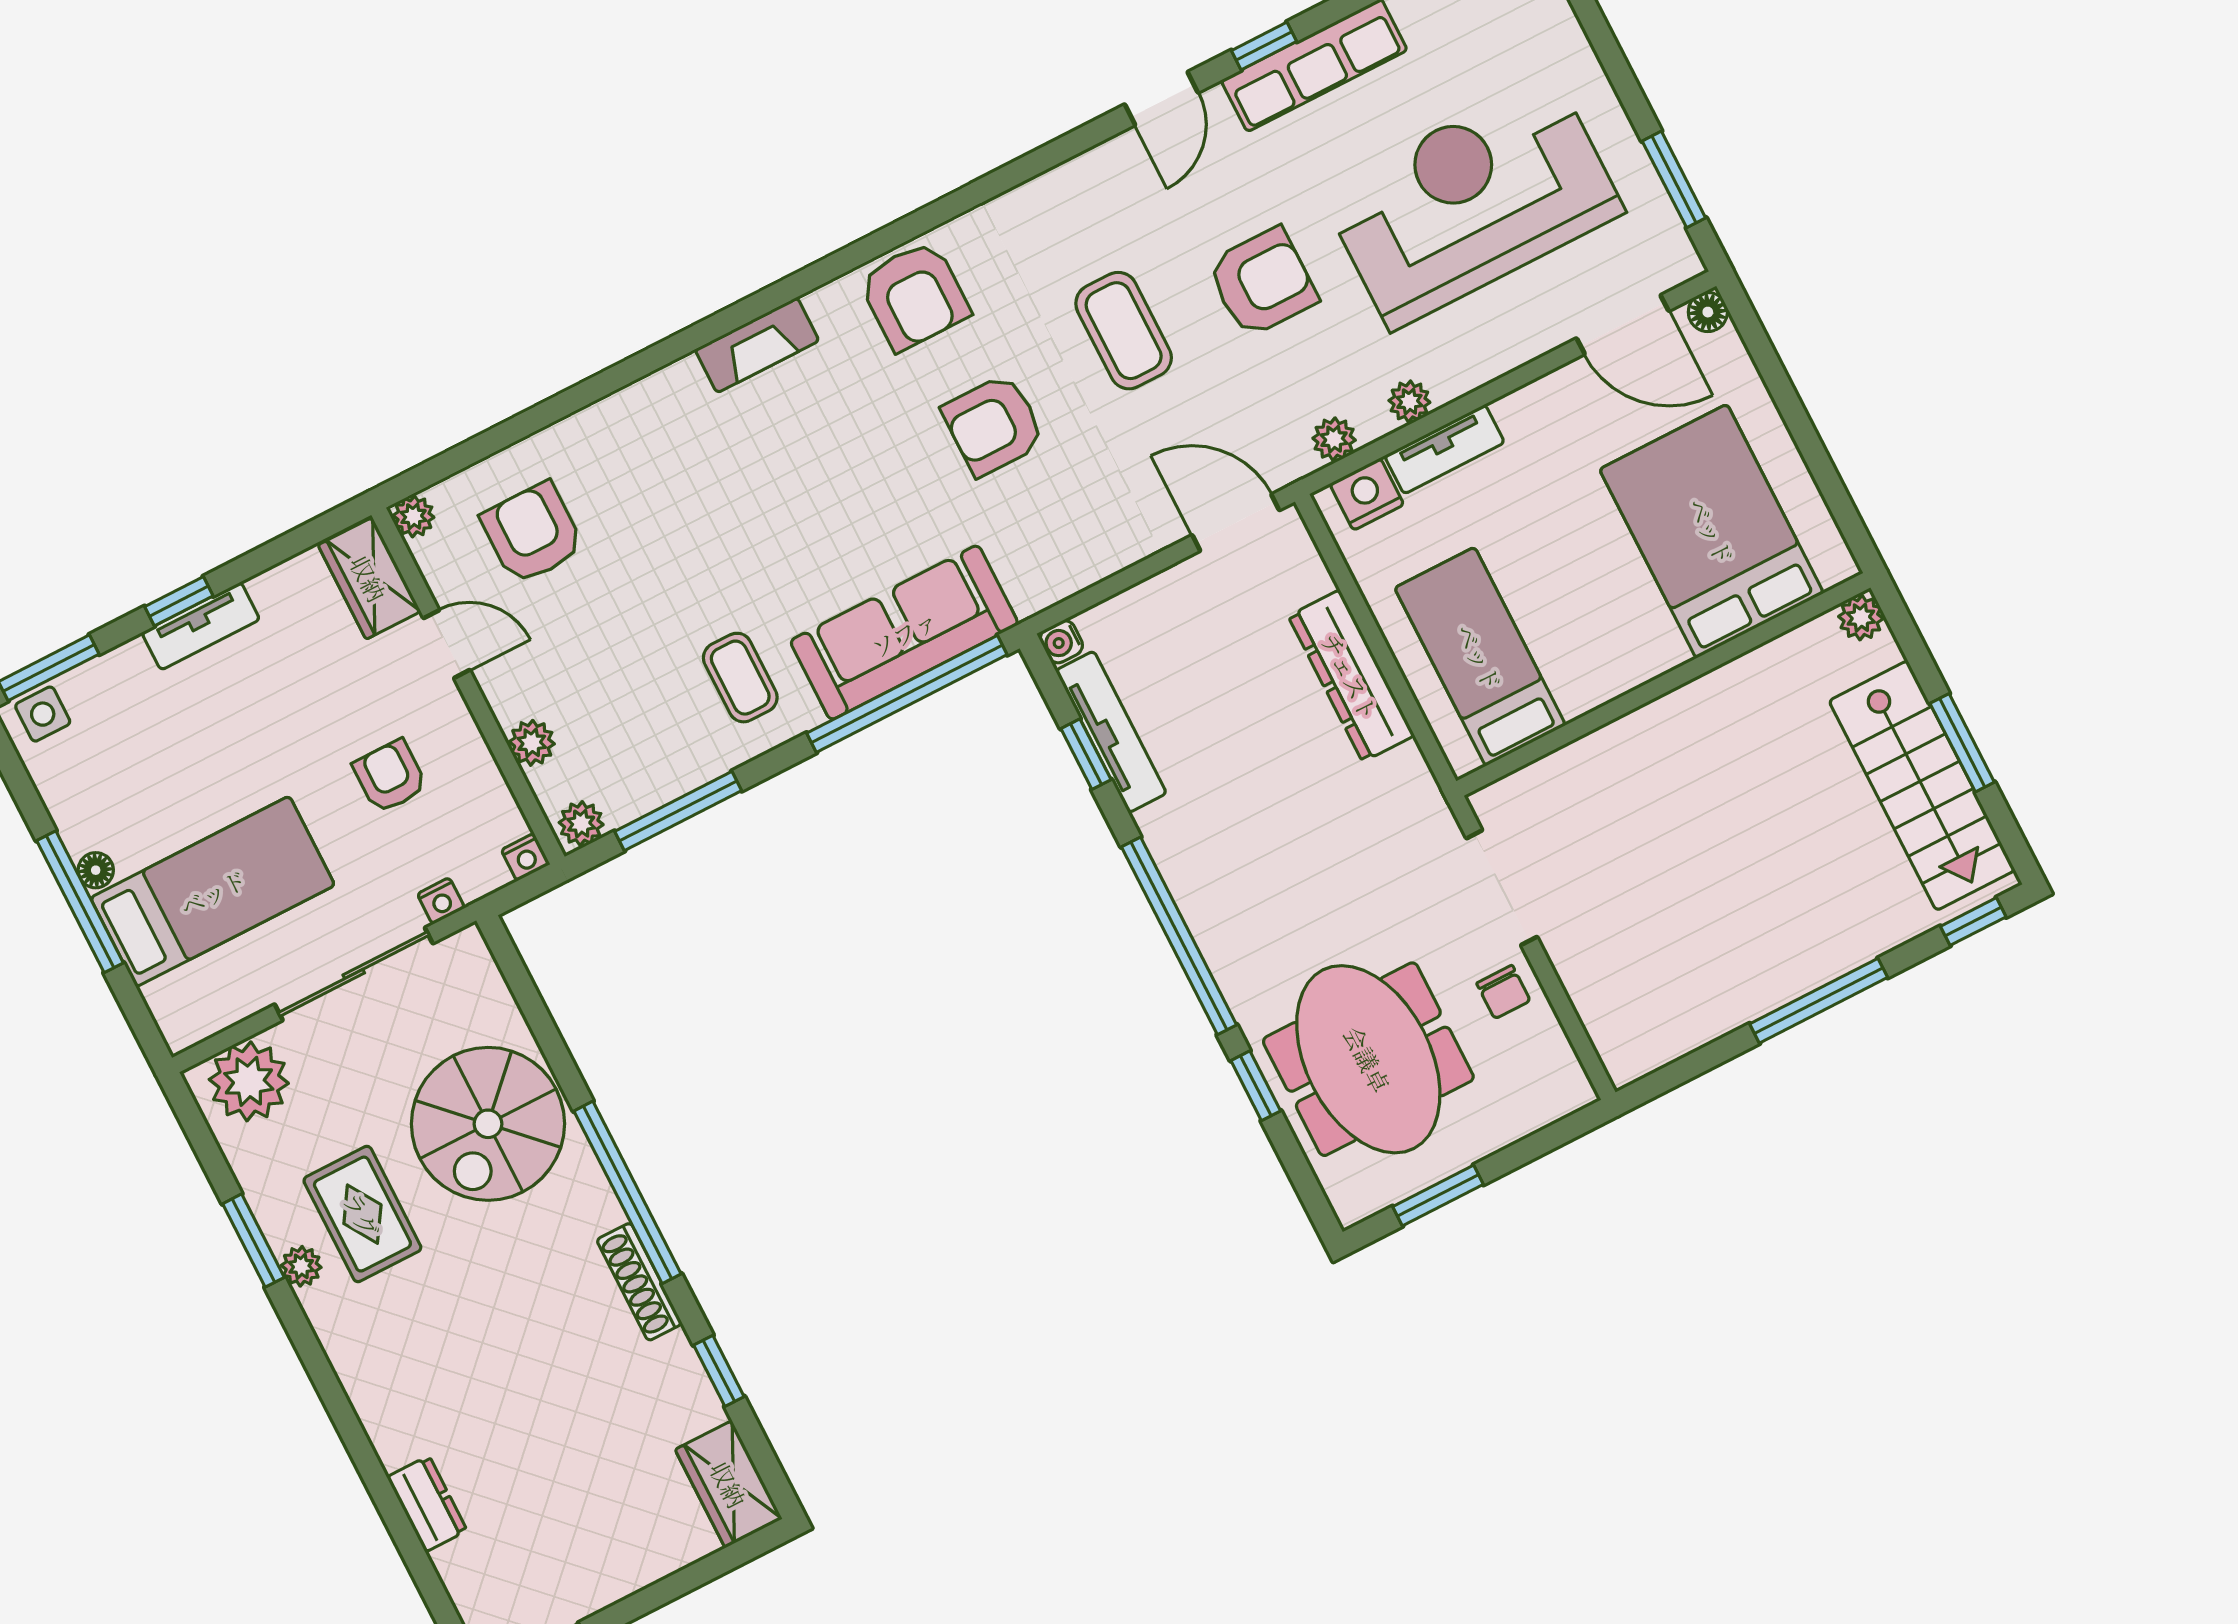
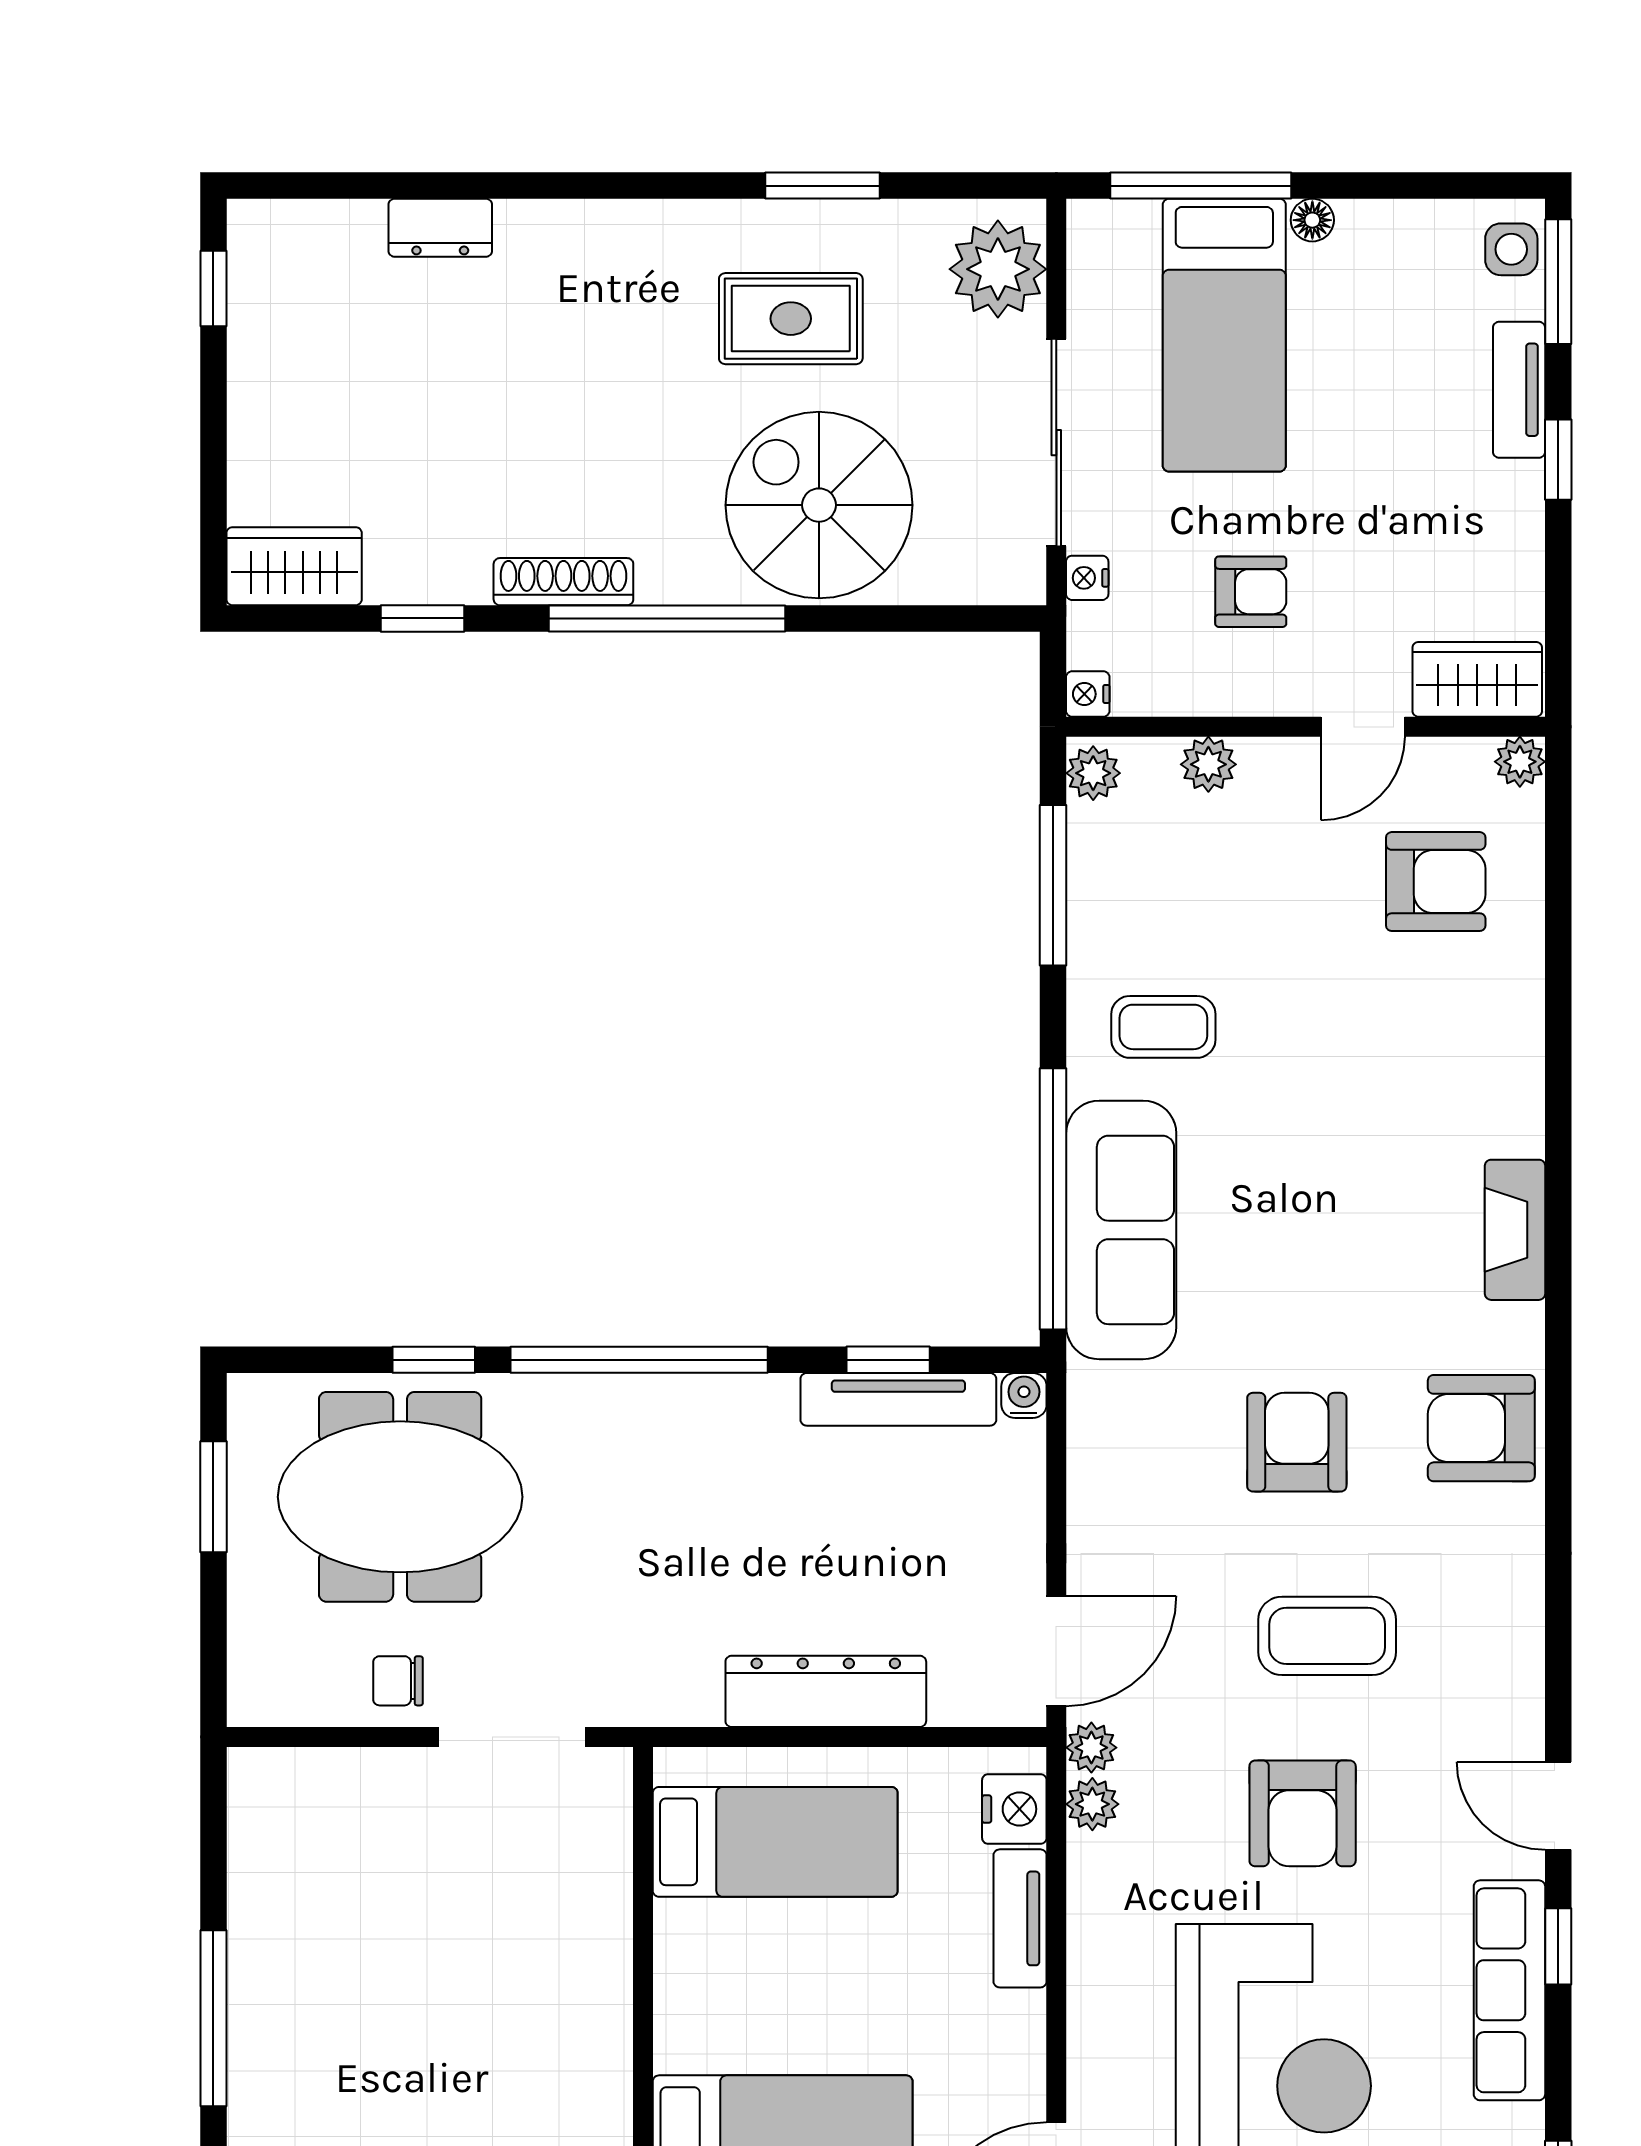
plant: (1409, 401) -> (1091, 1748), moved
tv unit: (201, 626) -> (1519, 390), moved
window: (80, 902) -> (1201, 186), moved
plant: (301, 1266) -> (768, 223), removed

